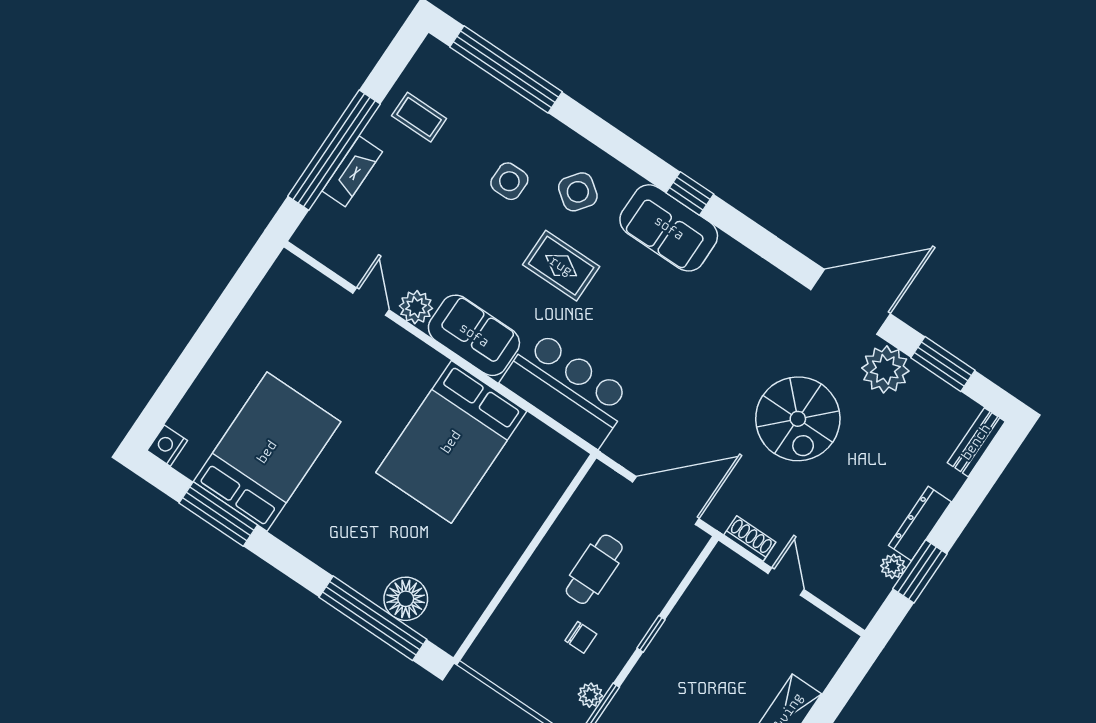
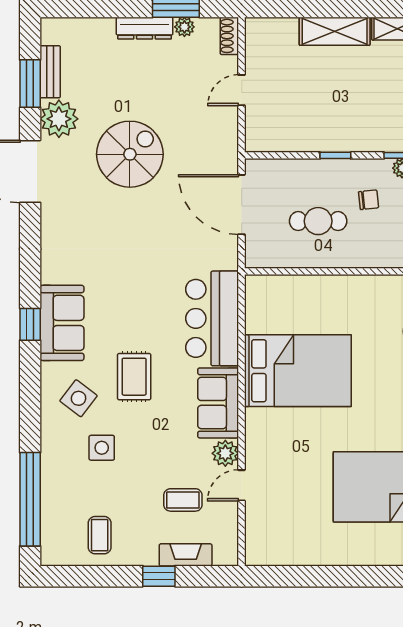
window: (334, 150) -> (159, 576), width x0.32
fireplace: (352, 171) -> (186, 555), moved
coffee table: (397, 230) -> (183, 500), added
bench: (976, 442) -> (50, 72), moved, turned 90
shoe rack: (750, 539) -> (229, 36), moved
chair: (581, 637) -> (369, 200), turned 84

